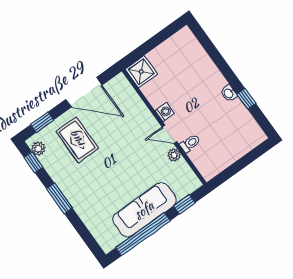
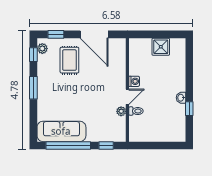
shower: (141, 72) -> (161, 47), moved
door: (169, 134) -> (127, 97), swing flipped
sofa: (144, 210) -> (61, 131), moved

